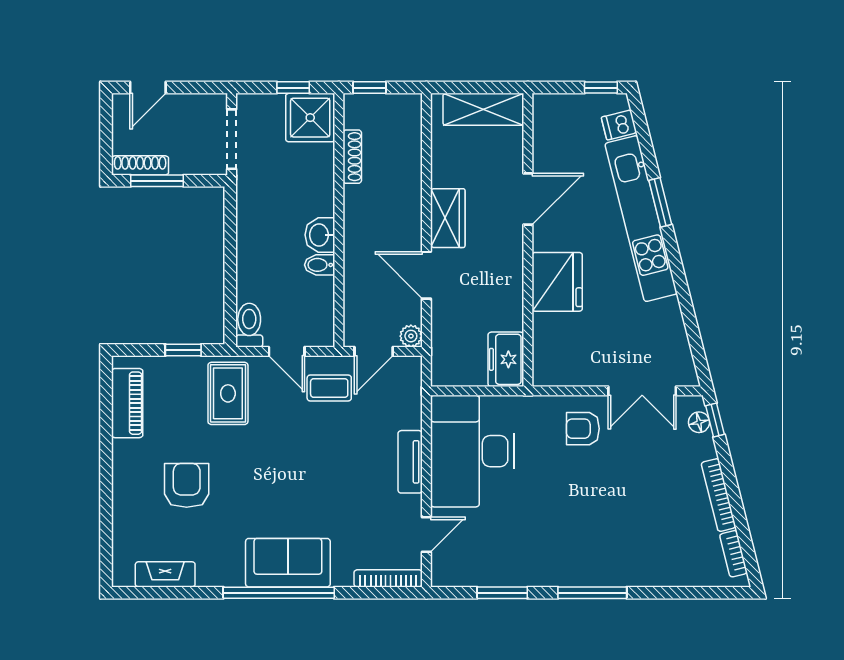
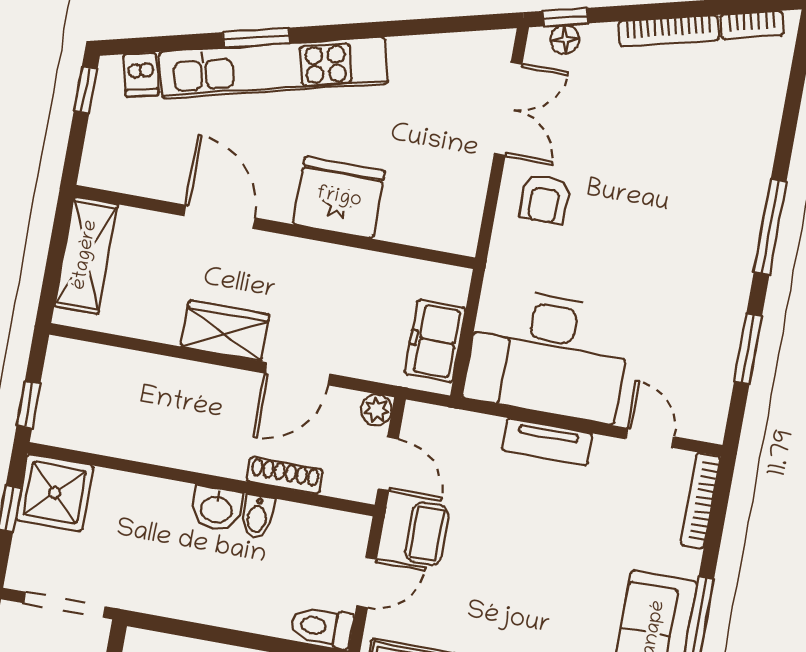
shoe rack: (352, 157) -> (285, 475), moved
freezer: (506, 359) -> (435, 341), moved, turned 90

